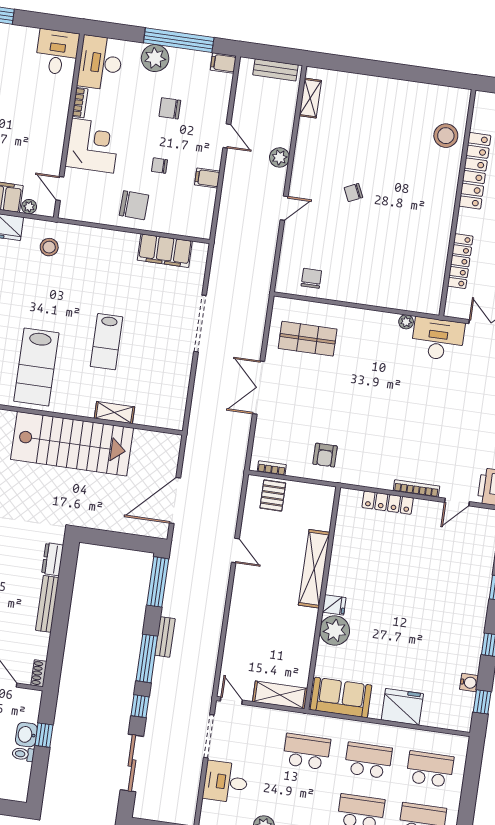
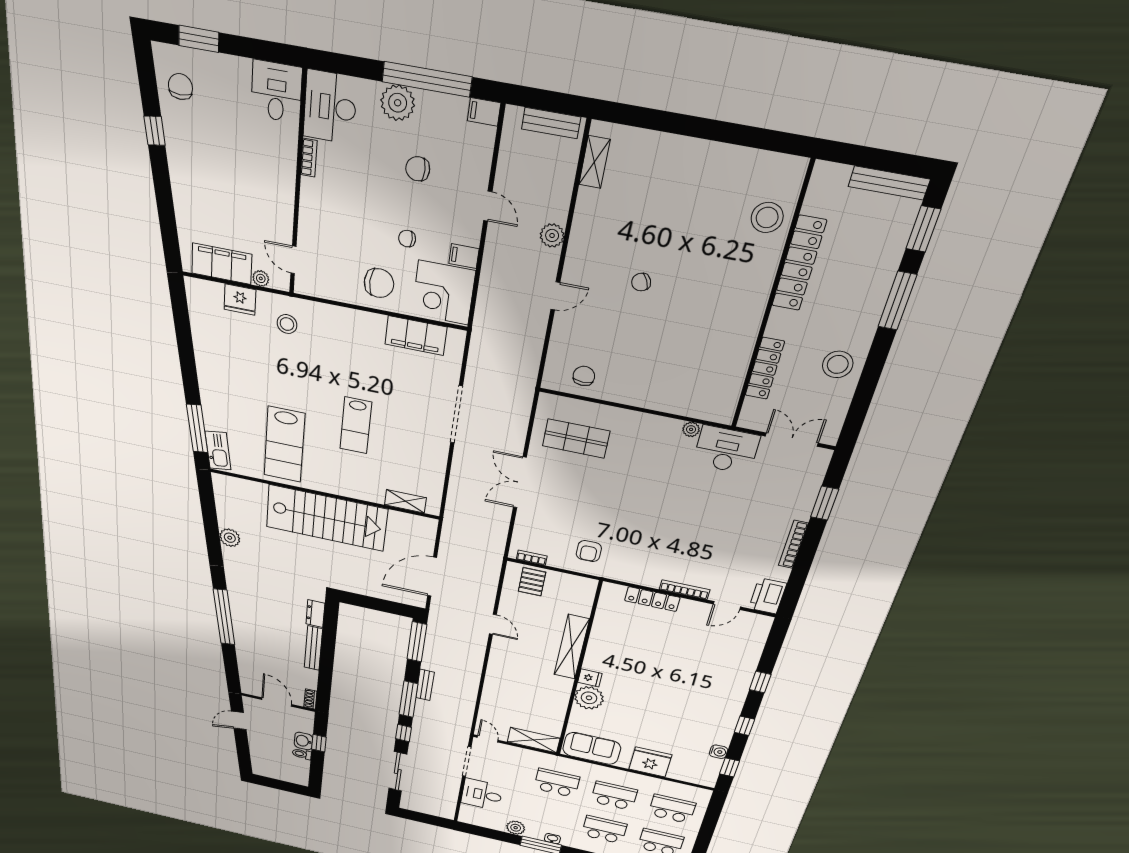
corner desk: (93, 146) -> (443, 293), moved, turned 180
shelving: (114, 413) -> (405, 501), moved

